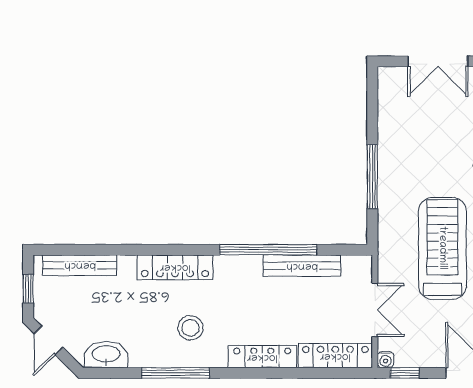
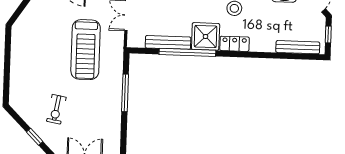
locker: (175, 267) -> (235, 44), width x0.66
shower: (238, 278) -> (206, 36), added

